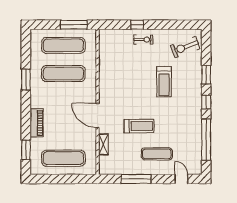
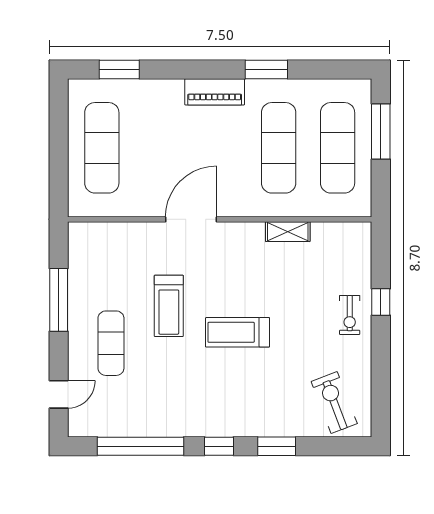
window: (74, 25) -> (381, 131), moved
treadmill: (164, 82) -> (237, 332), moved
piano: (37, 123) -> (215, 92), moved
shelving: (103, 144) -> (288, 232), moved

